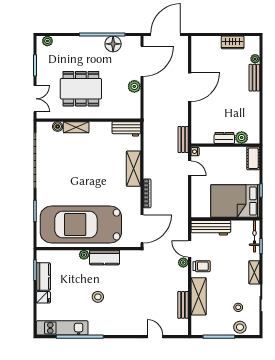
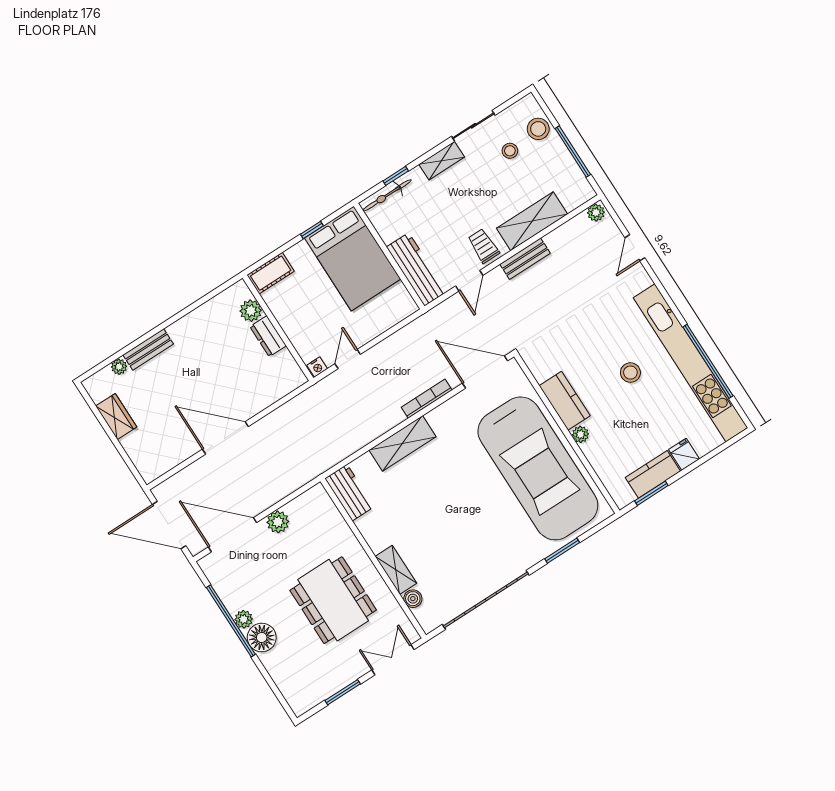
plant: (47, 41) -> (244, 619), moved
floor lamp: (113, 44) -> (262, 638), moved
bench: (183, 139) -> (310, 397), removed
plant: (183, 262) -> (596, 213), moved
bench: (183, 305) -> (525, 259), moved
kitchen unit: (62, 328) -> (690, 363), width x1.86

